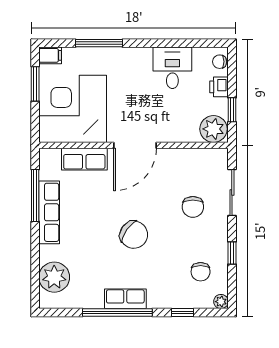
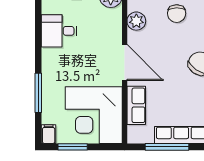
plant: (184, 159) -> (136, 21), added
chair: (193, 207) -> (177, 14), turned 89

